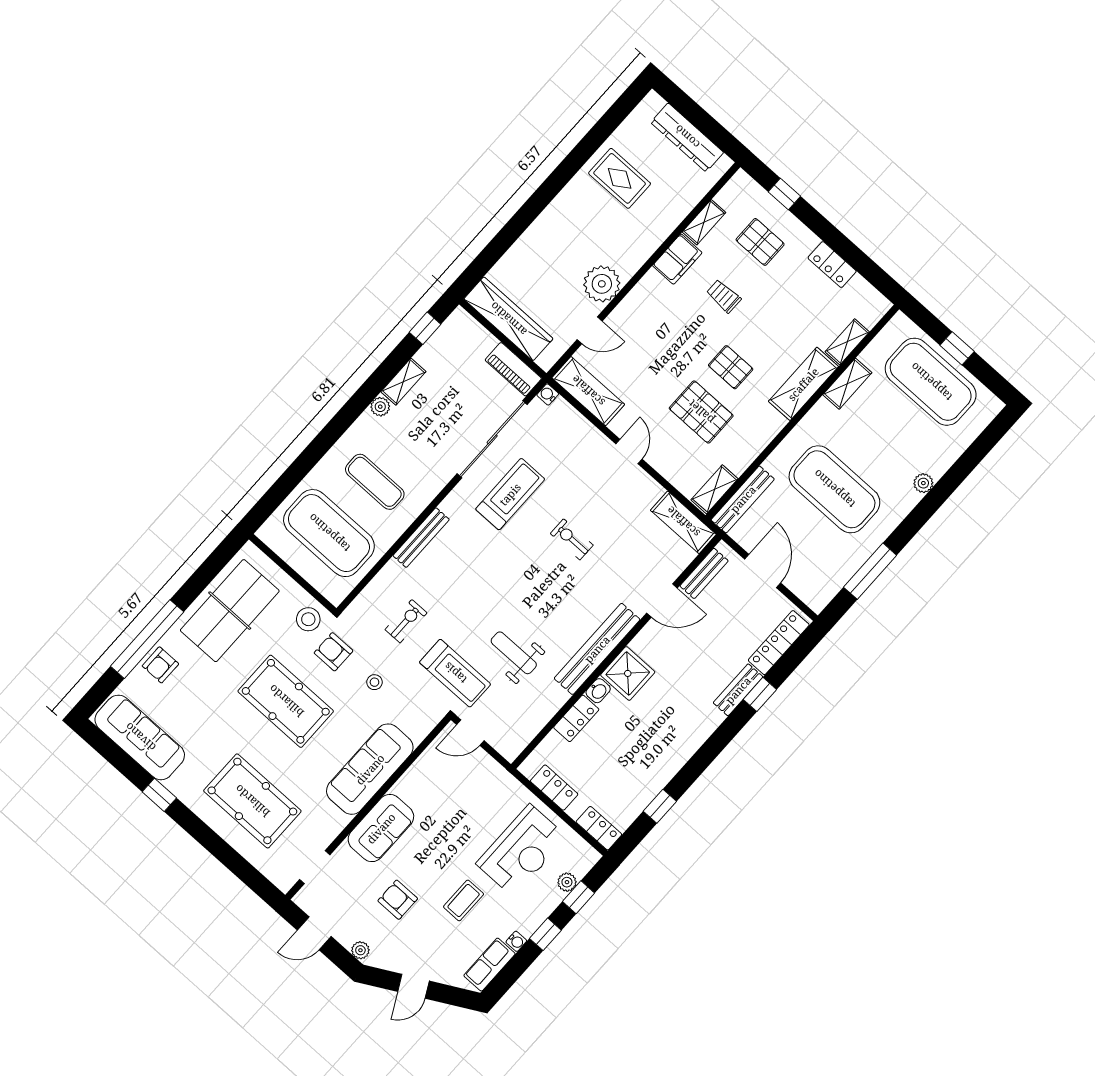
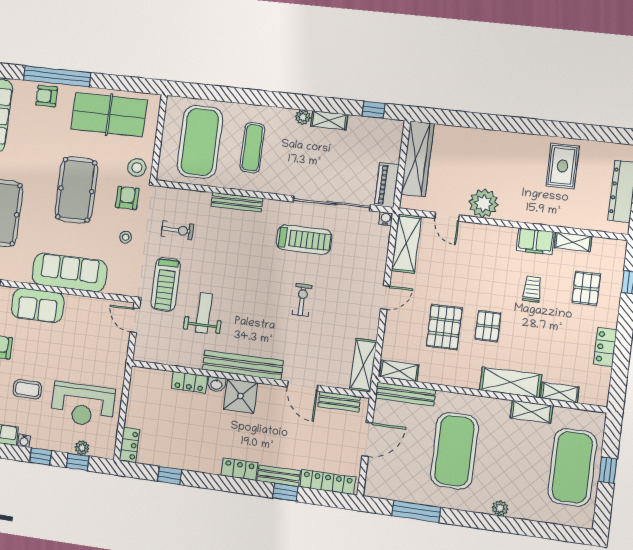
locker: (554, 788) -> (239, 469), moved, turned -90

